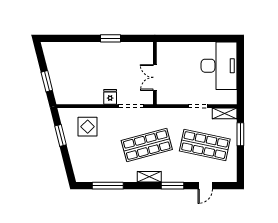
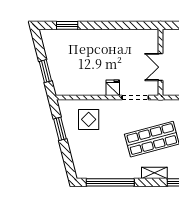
window: (110, 38) -> (67, 25), moved
window: (108, 186) -> (110, 182), width x1.46

